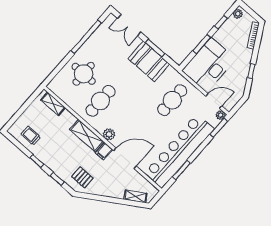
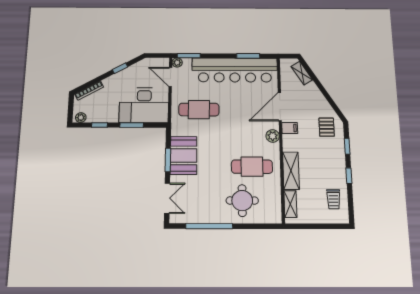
shelving: (87, 136) -> (291, 171), moved
door: (125, 158) -> (280, 107), hinge flipped

